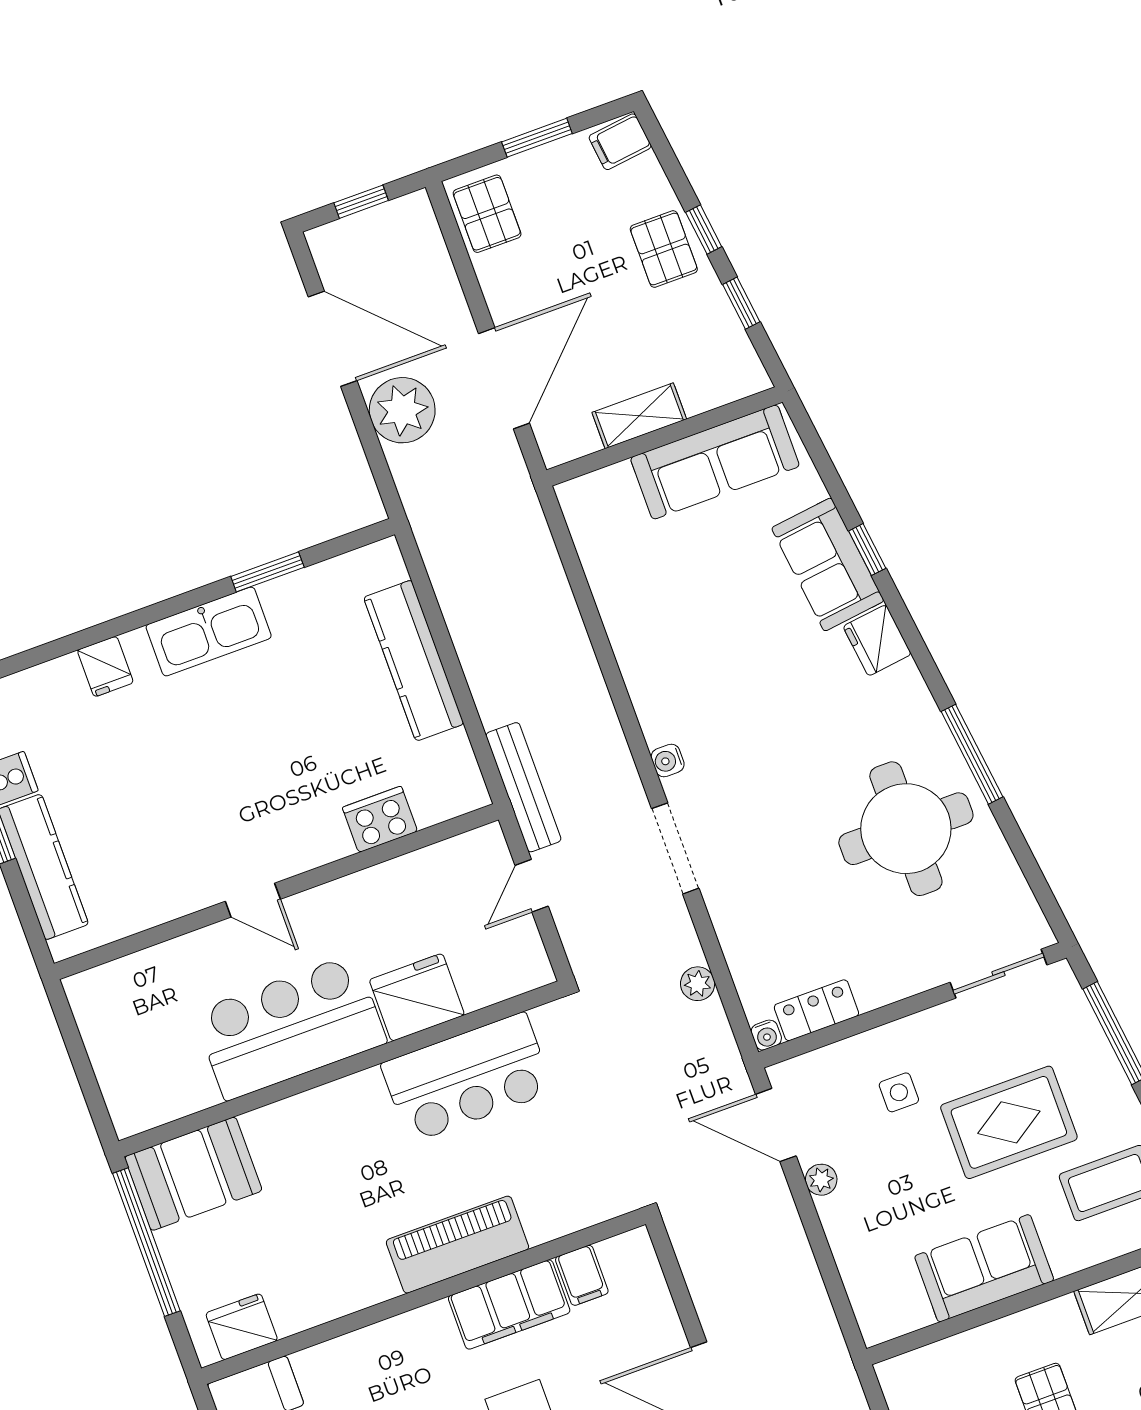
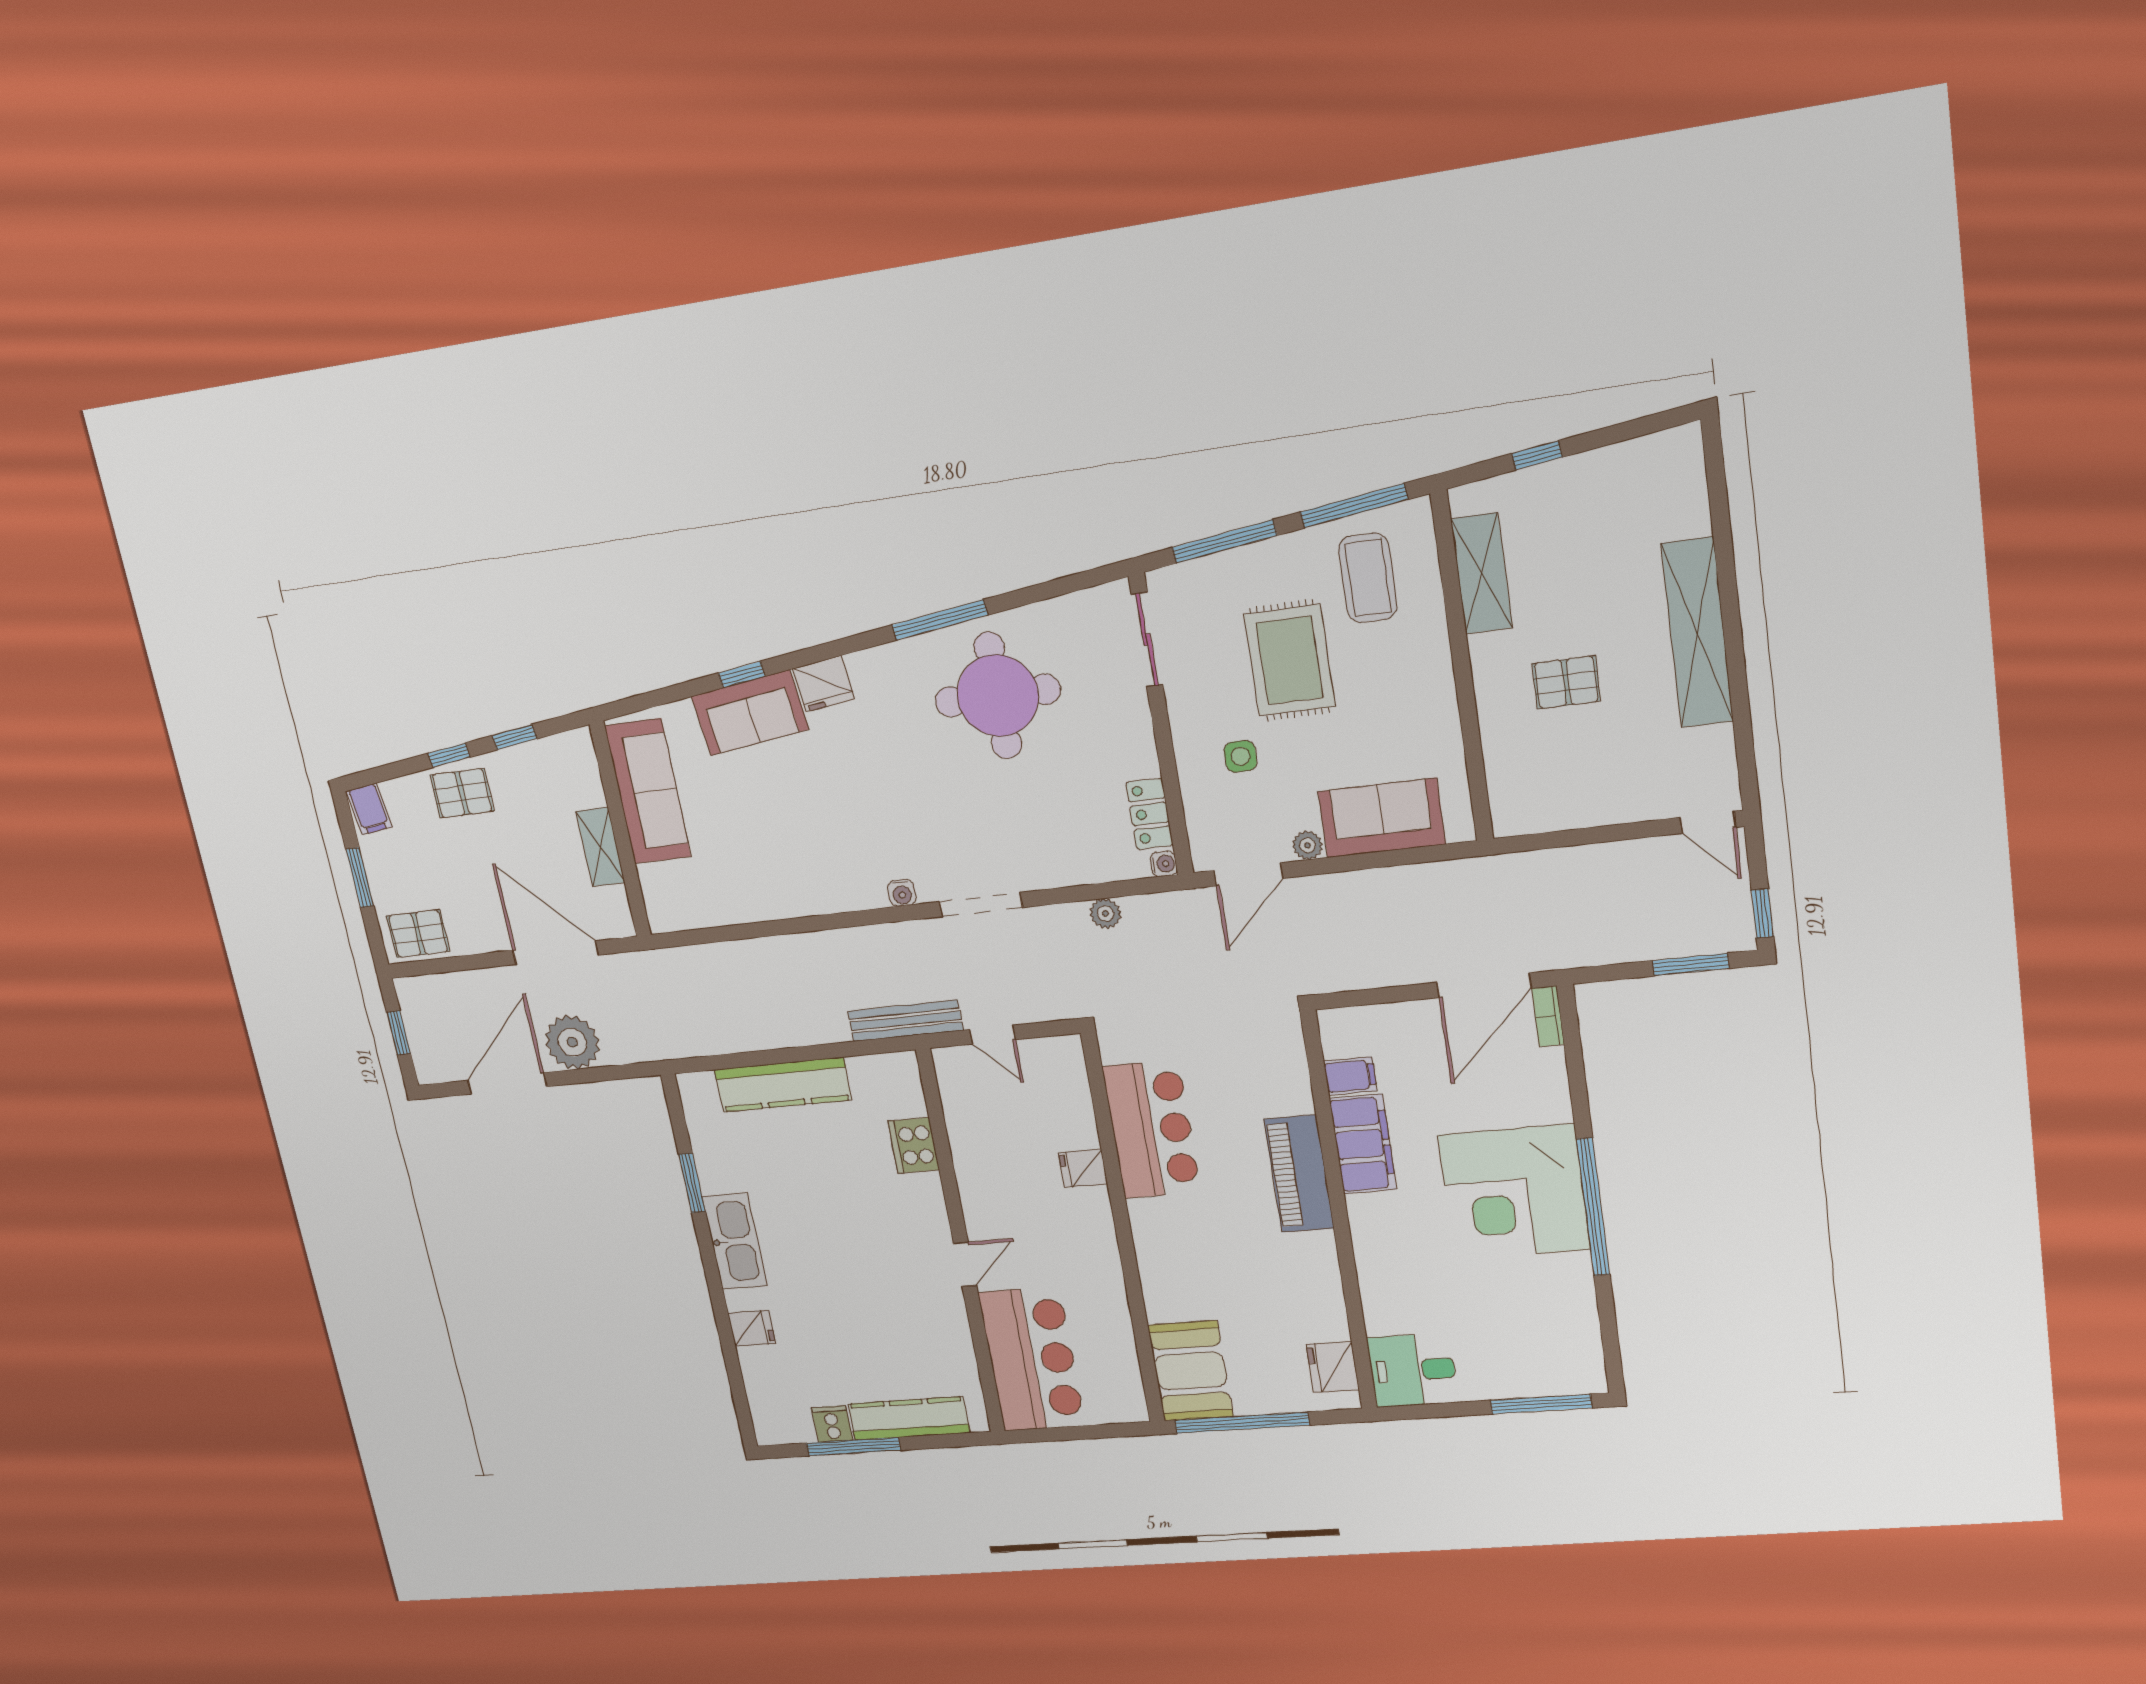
fridge: (417, 997) -> (1083, 1168), width x0.53, depth x0.75
bar counter: (290, 1027) -> (1032, 1359), moved, turned 180
sofa: (984, 1268) -> (1382, 818), moved, turned 90

